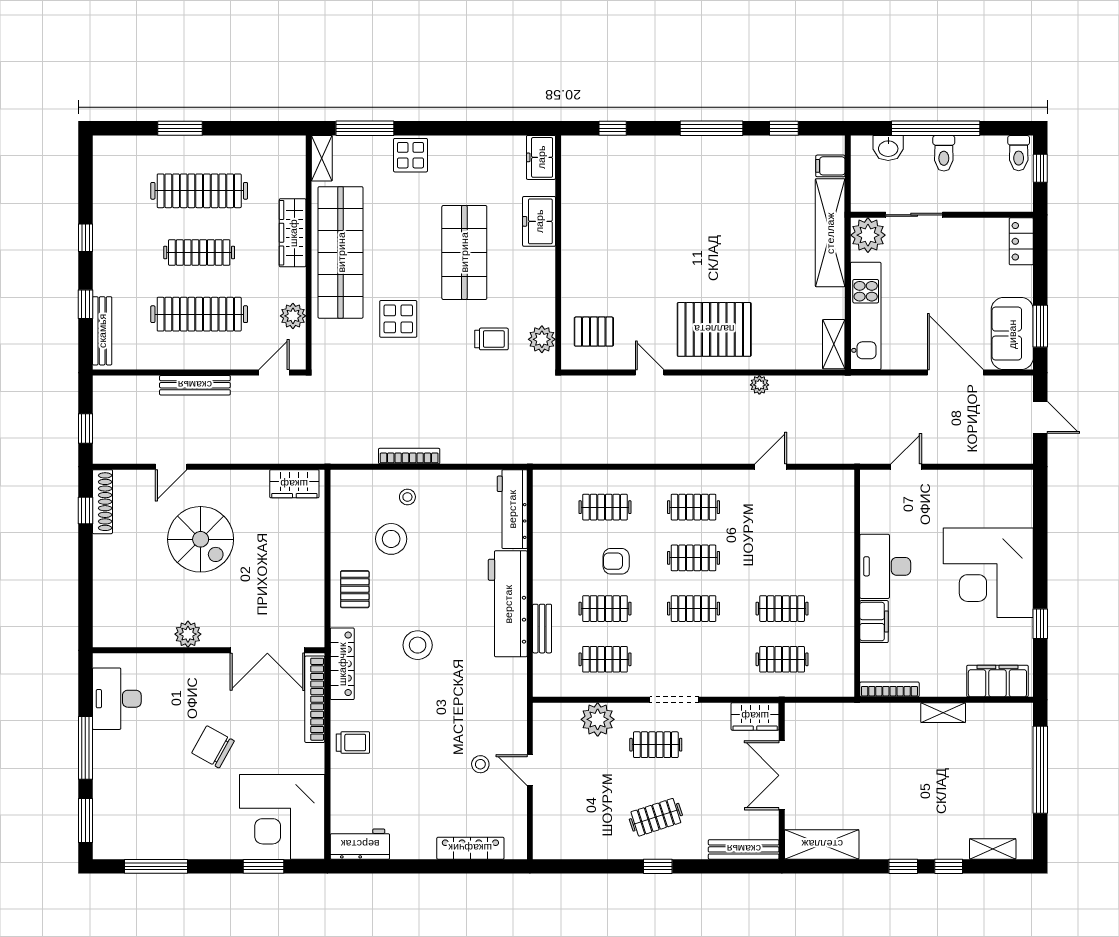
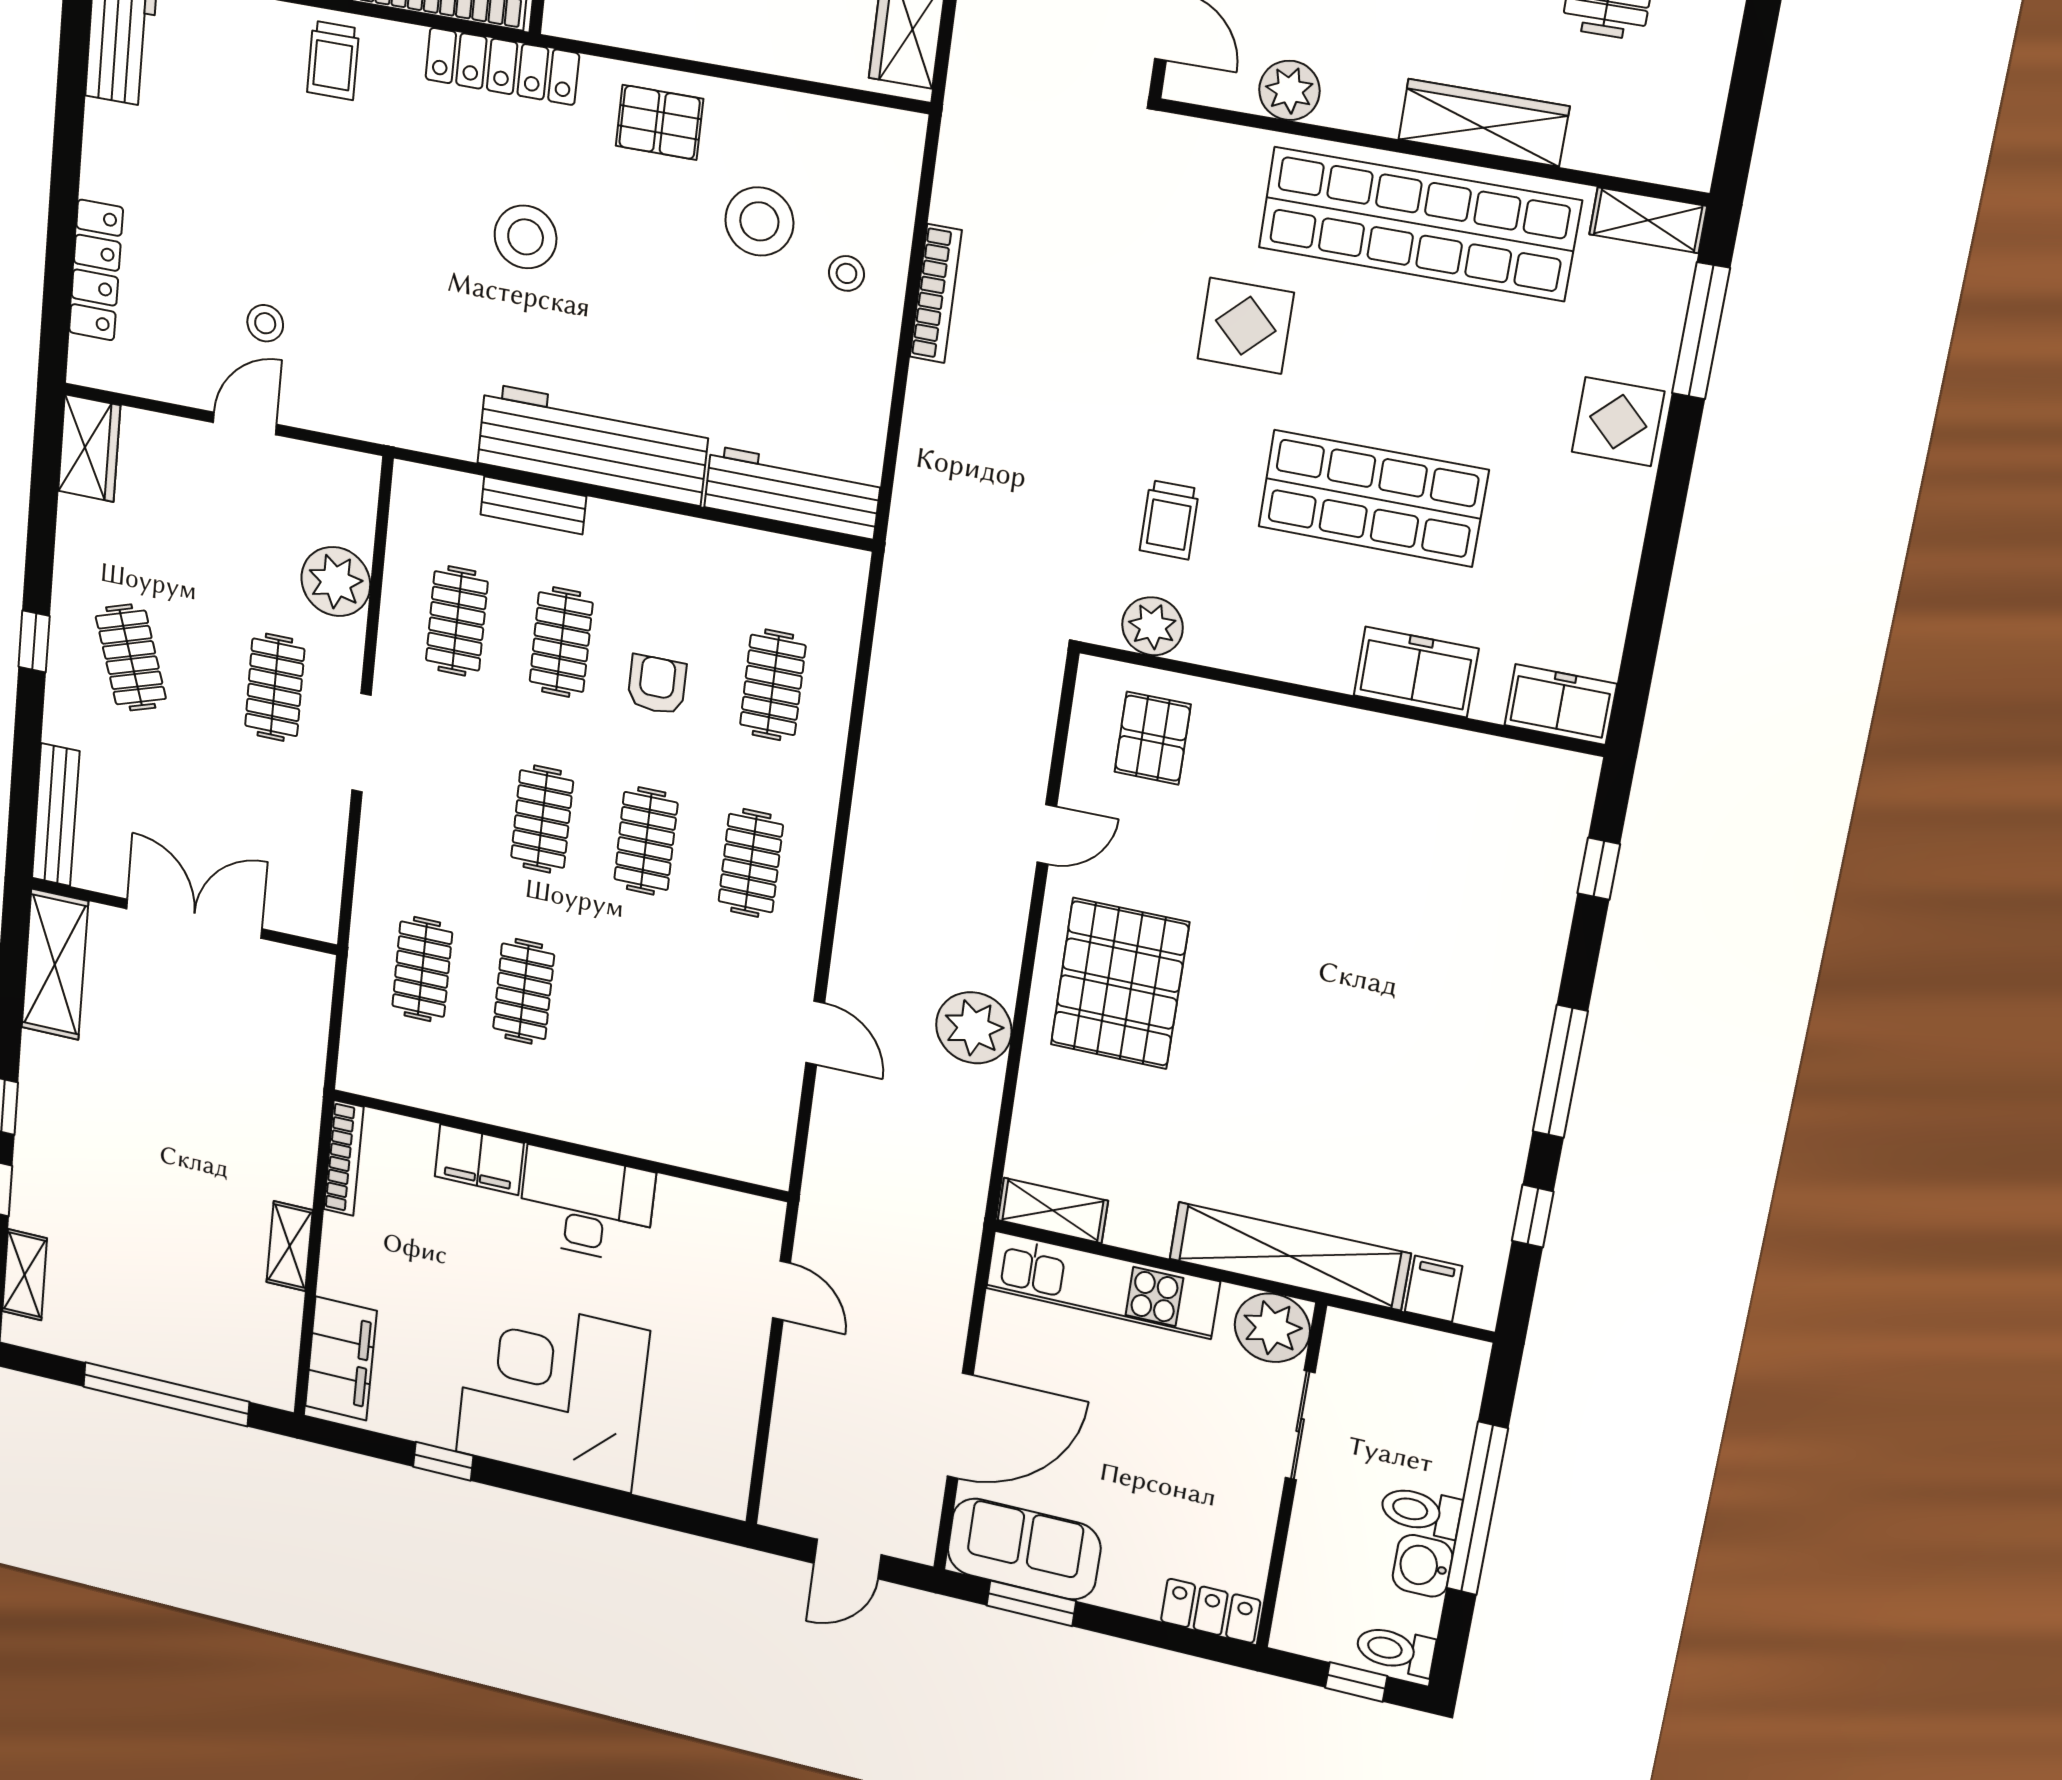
washbasin: (888, 148) -> (1422, 1566), moved
plant: (759, 385) -> (974, 1028), width x1.87, depth x1.87
wardrobe: (755, 716) -> (89, 448), moved, turned 180

